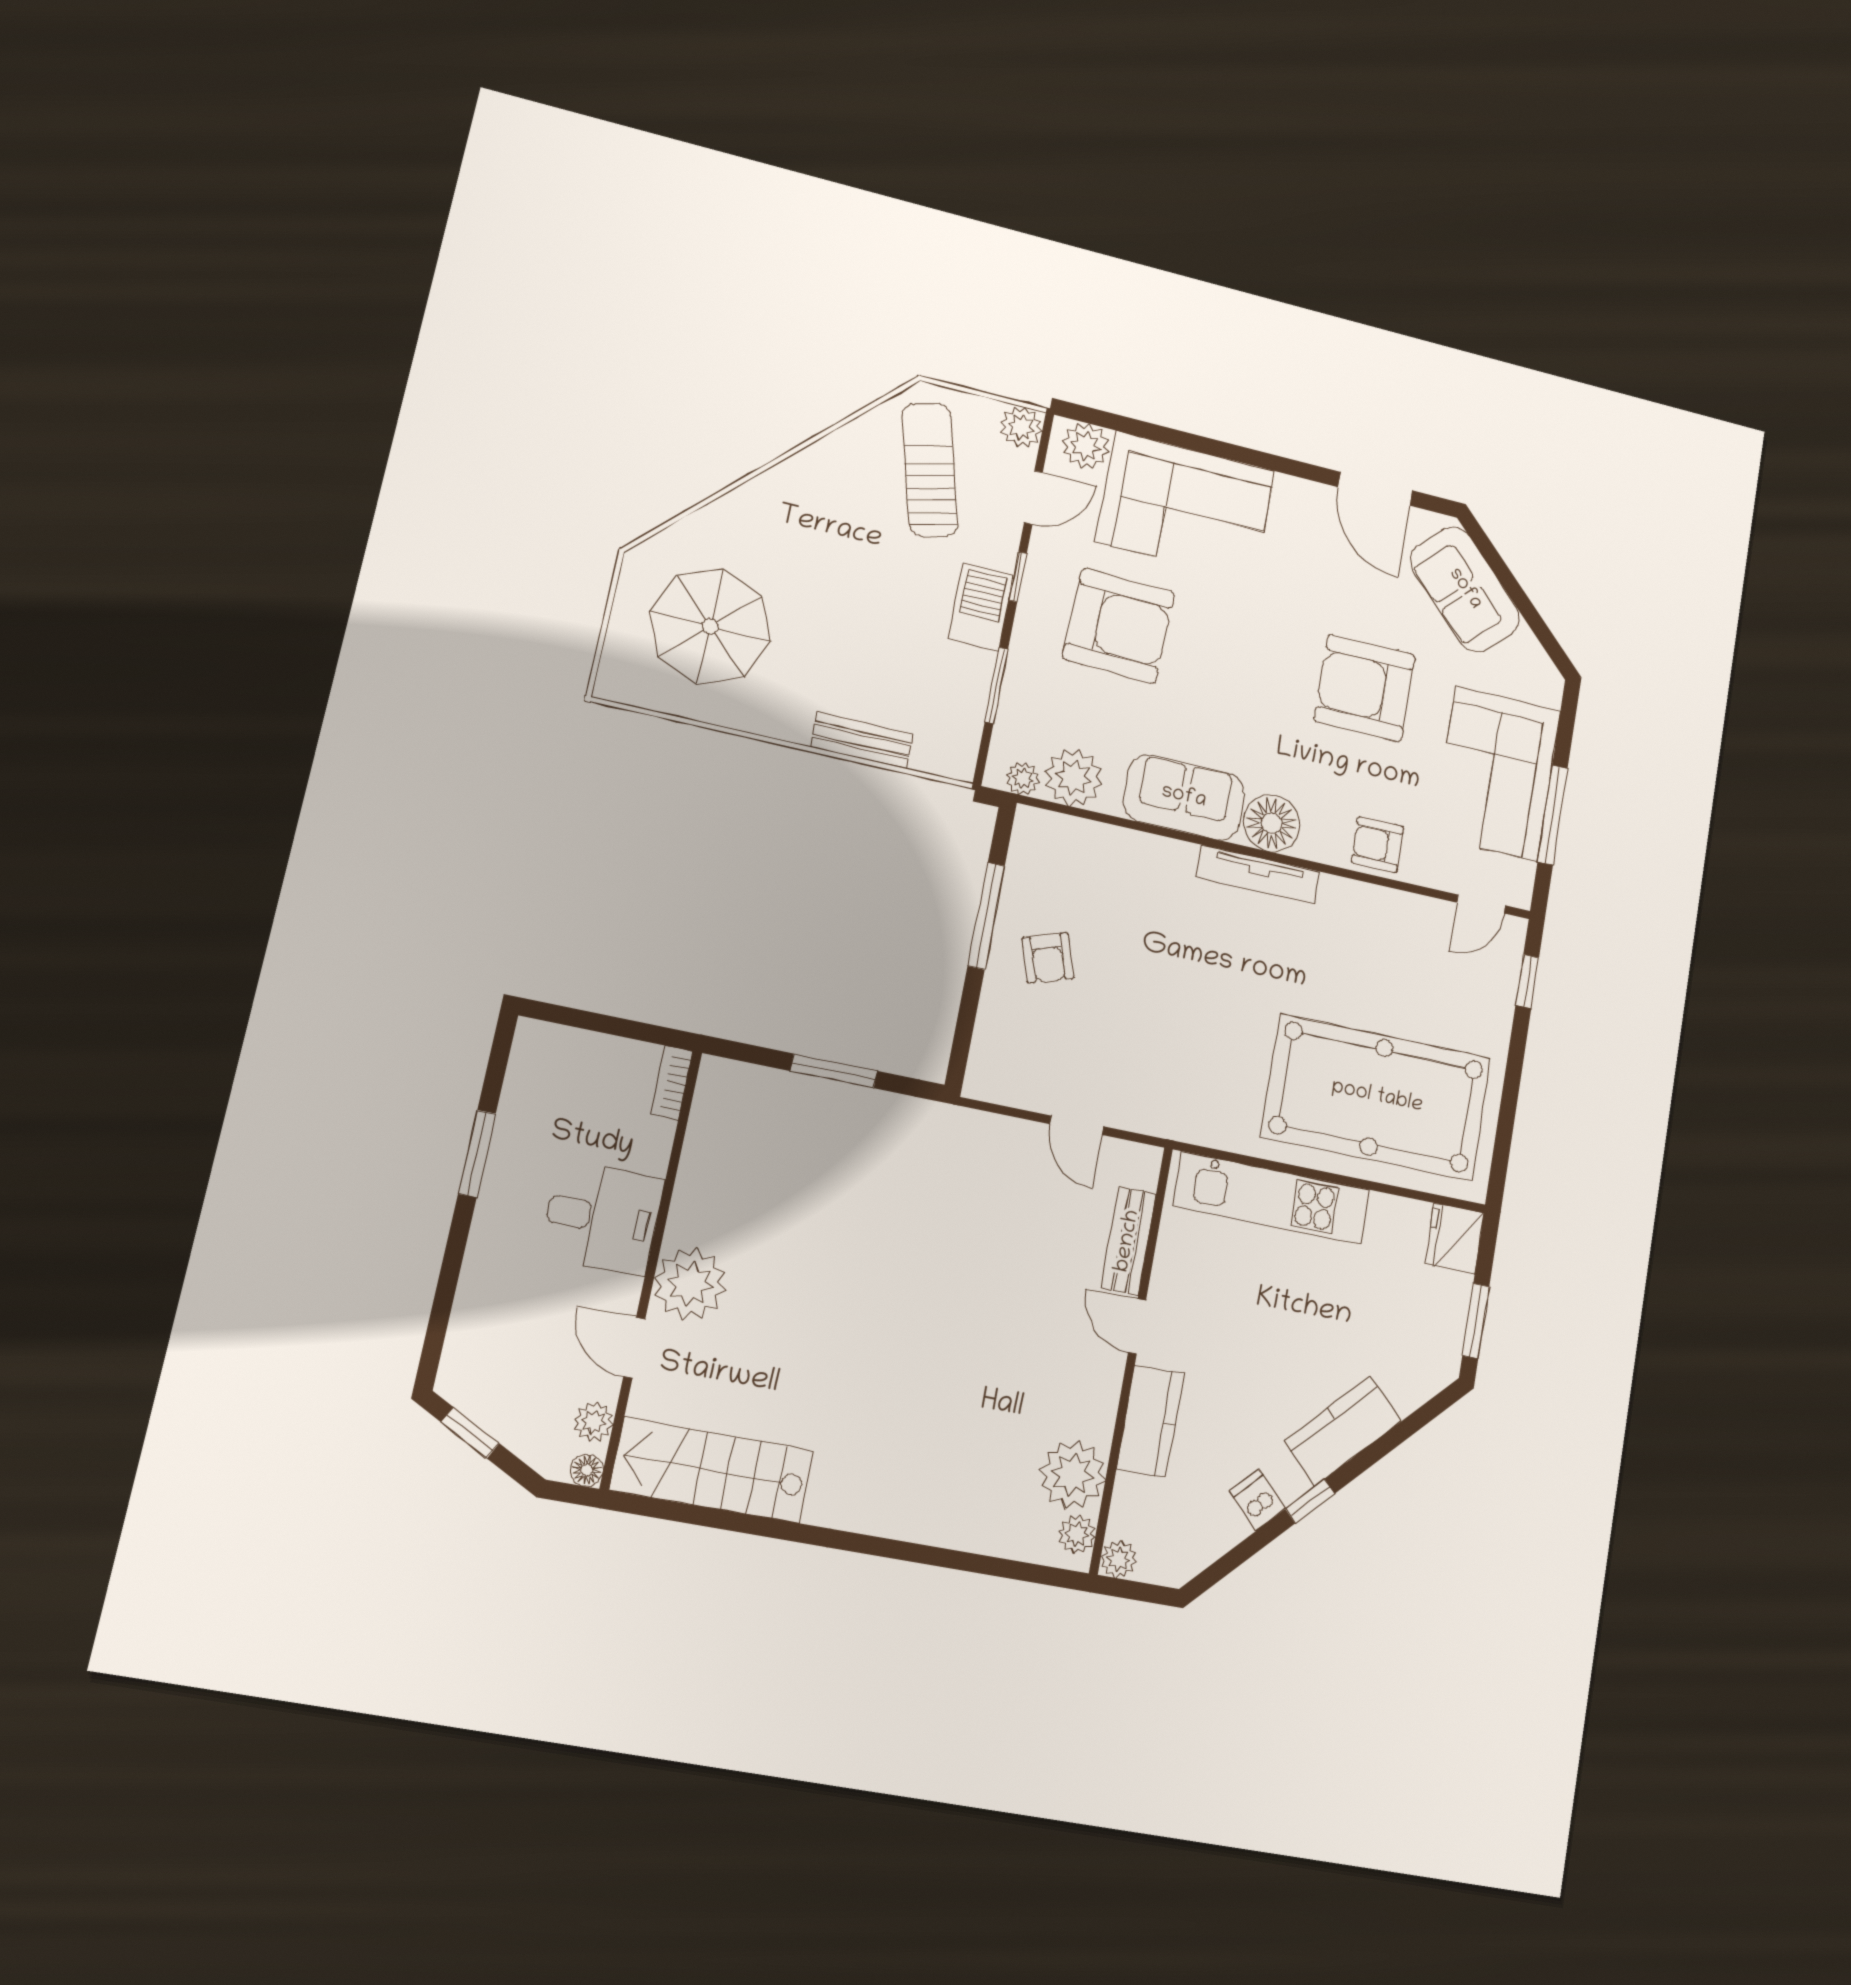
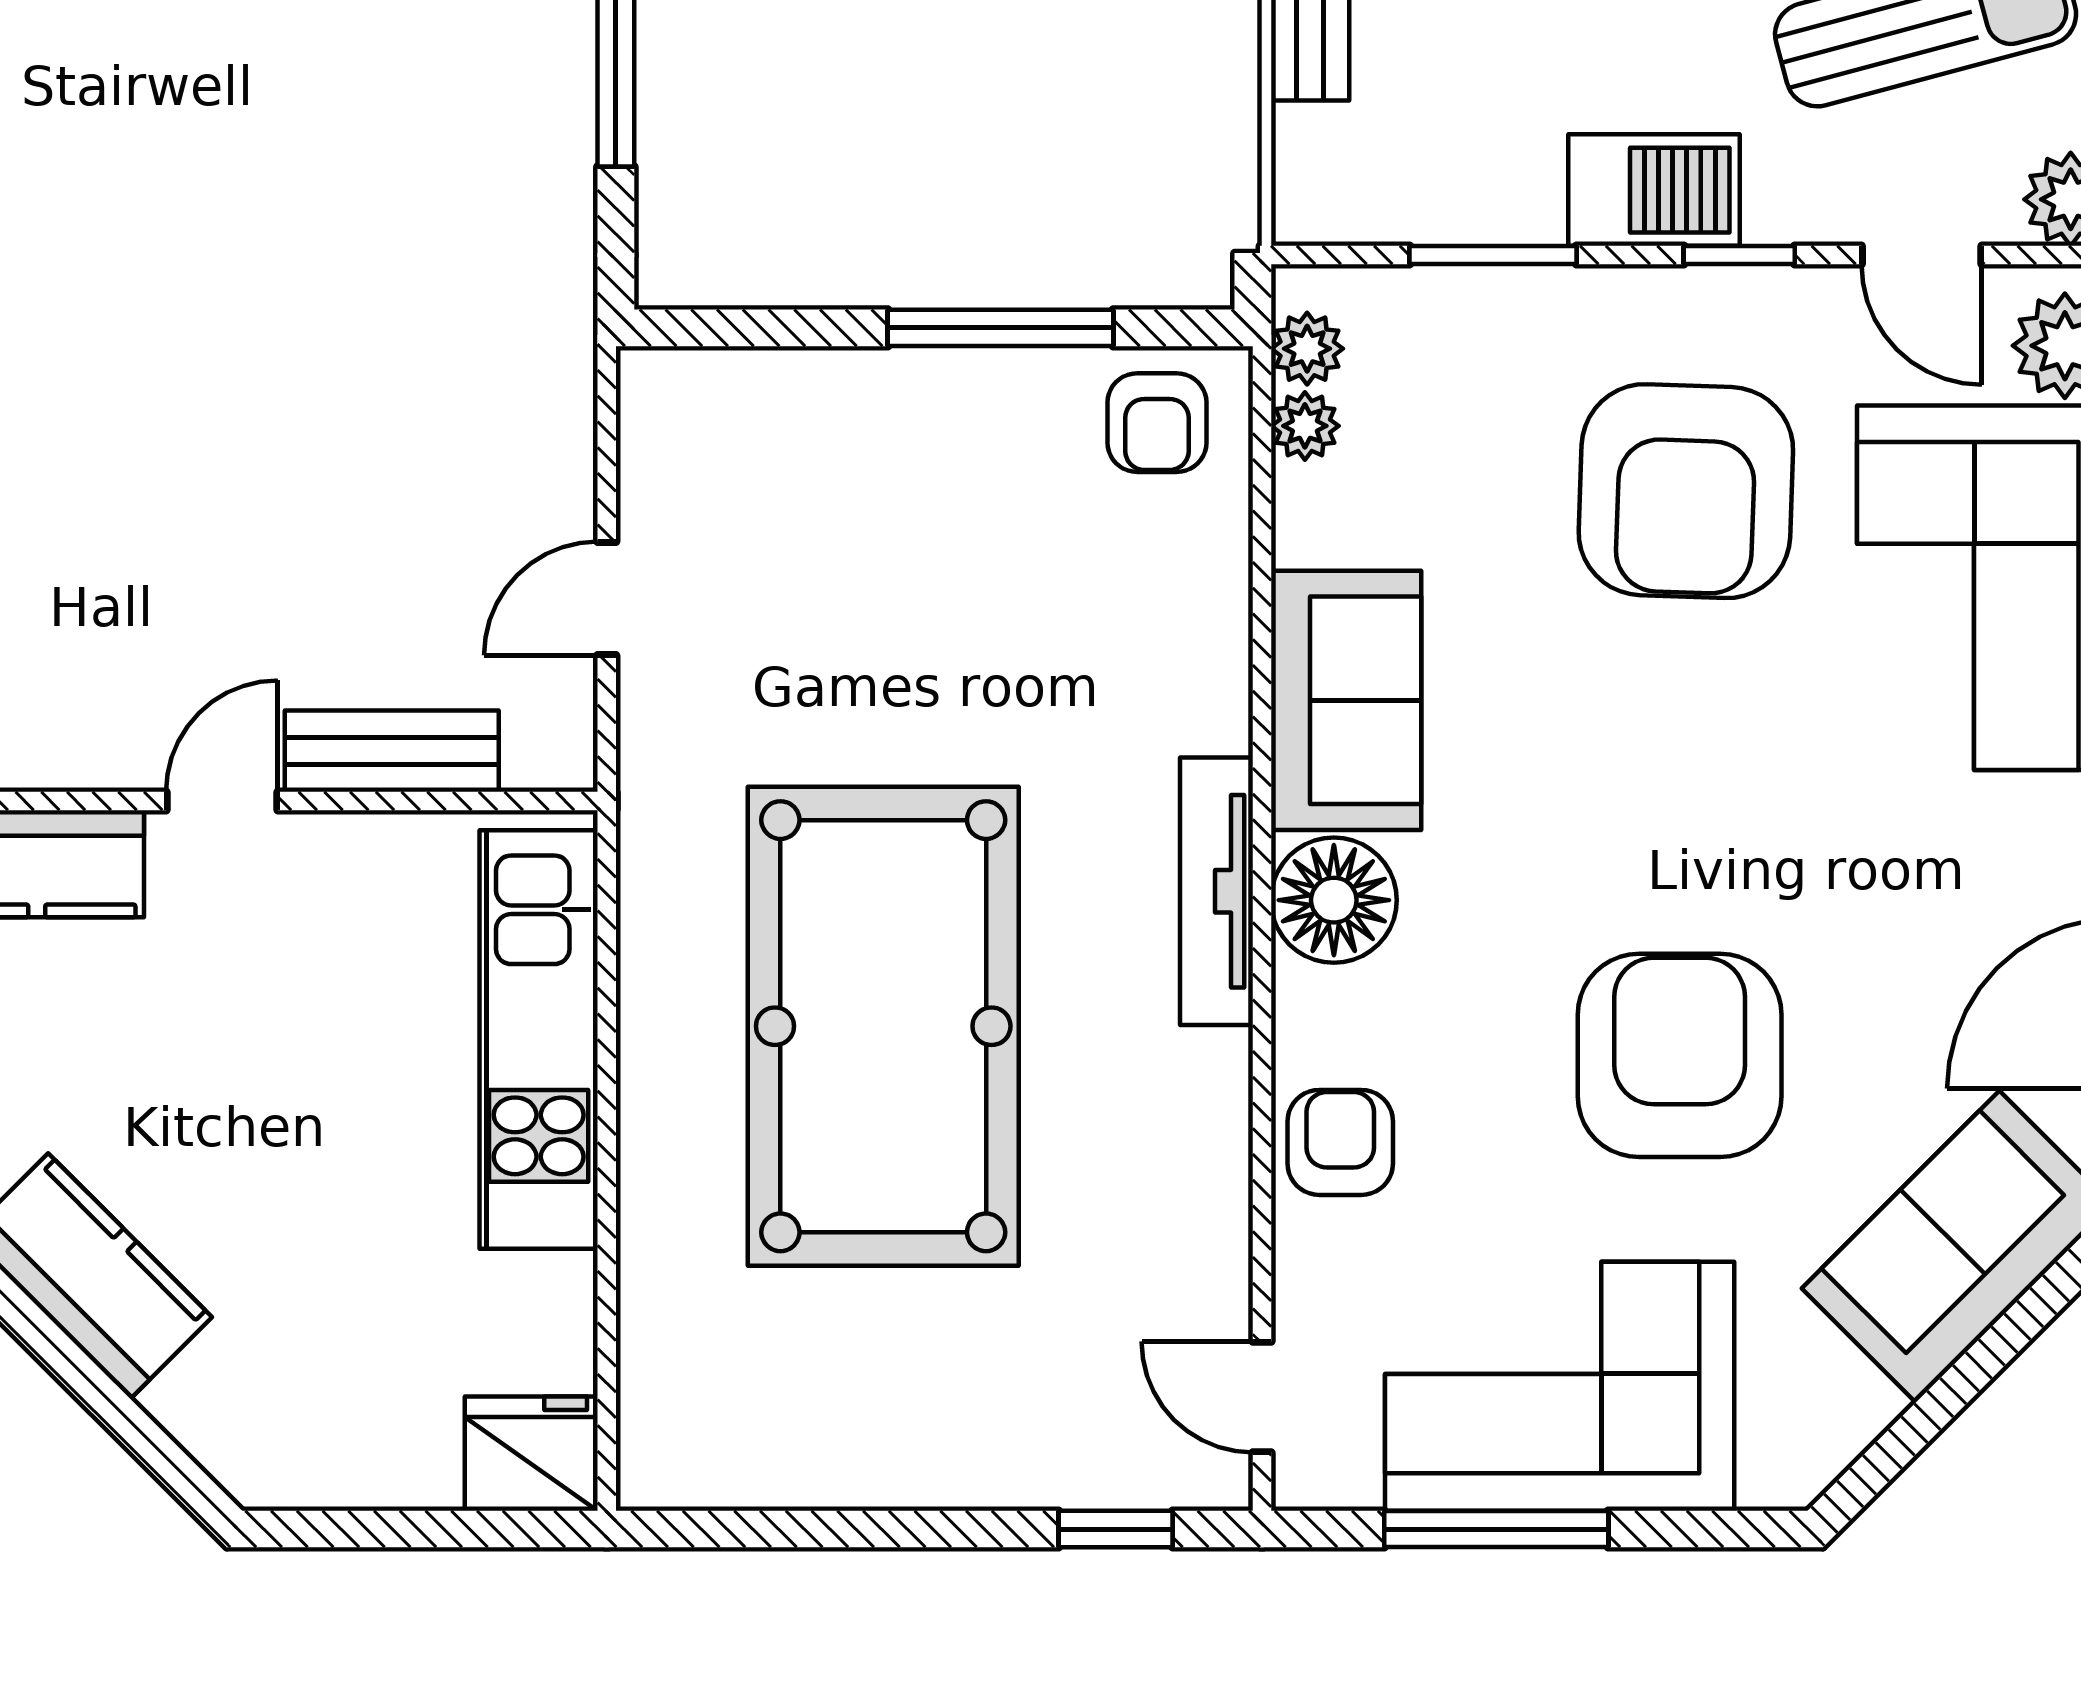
plant: (1074, 777) -> (1305, 426), width x0.53, depth x0.53
armchair: (1048, 958) -> (1157, 423), moved, turned -72
pool table: (1377, 1097) -> (883, 1026), moved
window: (1476, 1321) -> (367, 1529), removed

